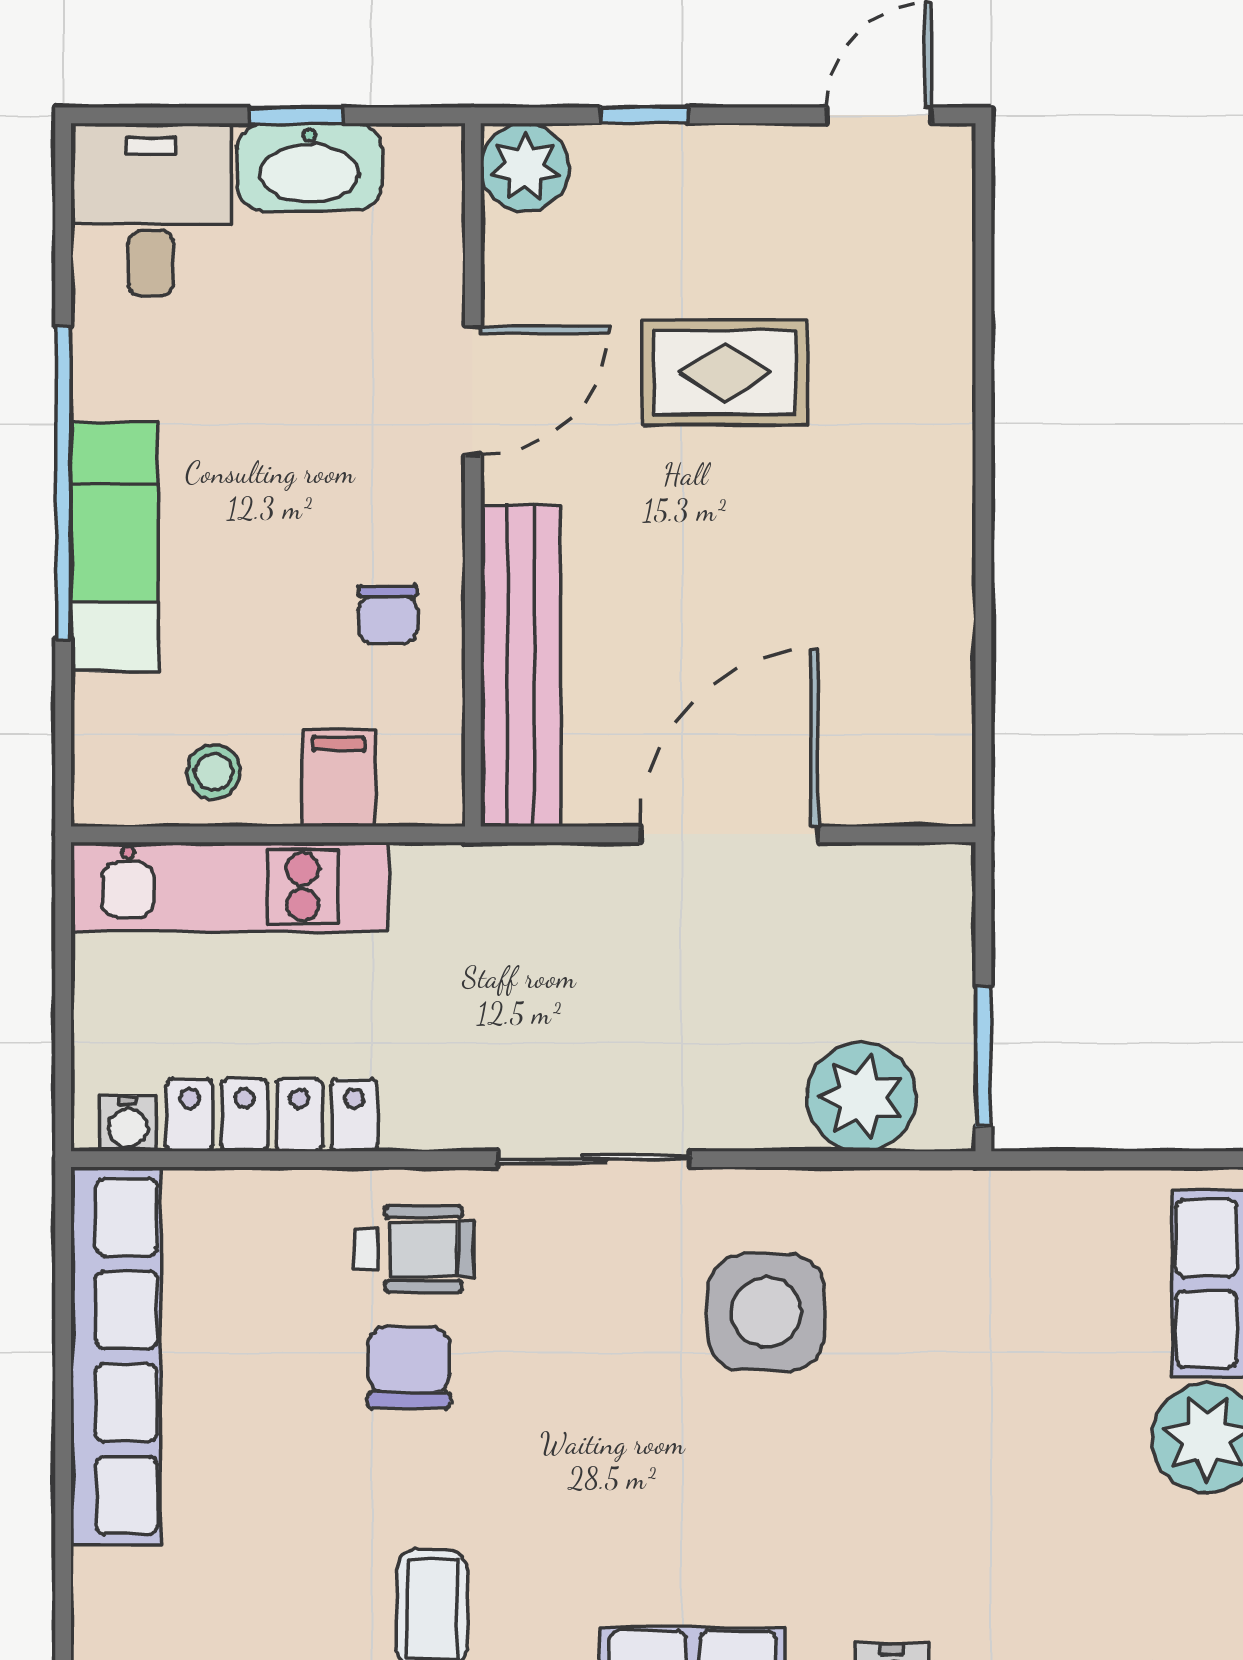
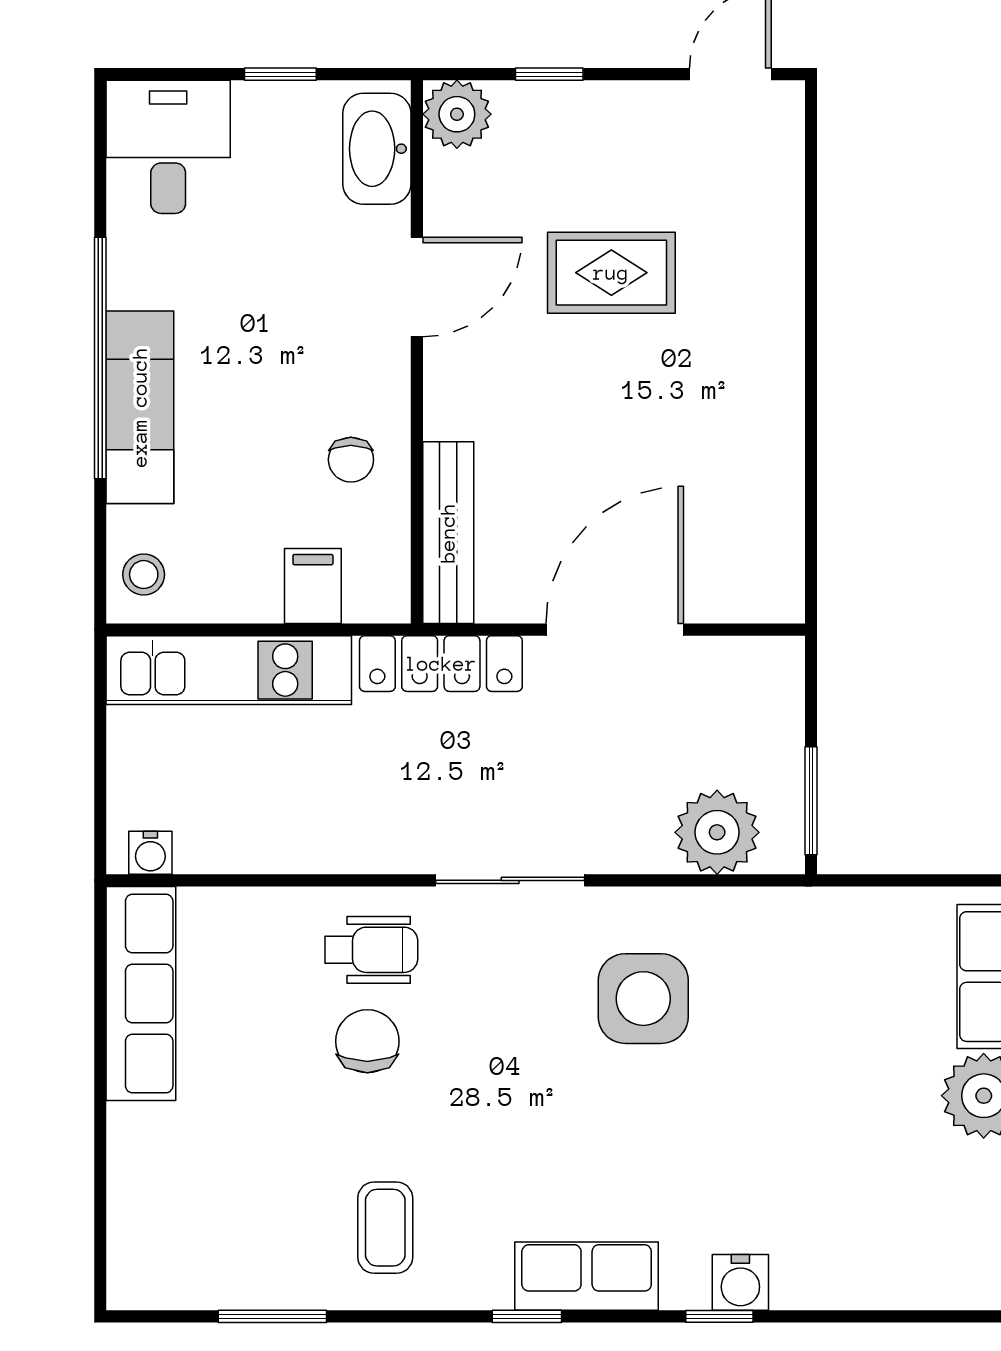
washbasin: (309, 167) -> (377, 149), moved, turned 90
bench: (521, 666) -> (448, 533), width x0.73, depth x0.82
stool: (214, 772) -> (144, 575), moved
locker: (272, 1115) -> (441, 664), moved, turned 180
row of seats: (116, 1356) -> (141, 994), width x0.73

